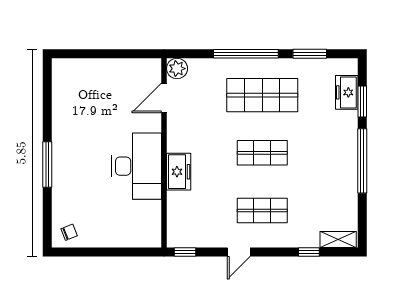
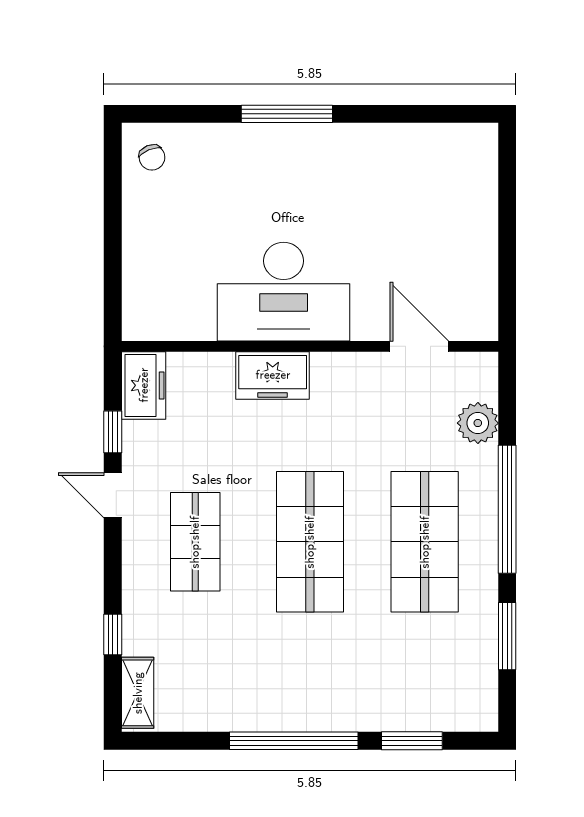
plant: (177, 69) -> (478, 423), moved
freezer: (347, 92) -> (144, 385), moved, turned 90
shop shelf: (262, 153) -> (310, 542), width x1.43, depth x1.36
window: (185, 252) -> (113, 432), moved

